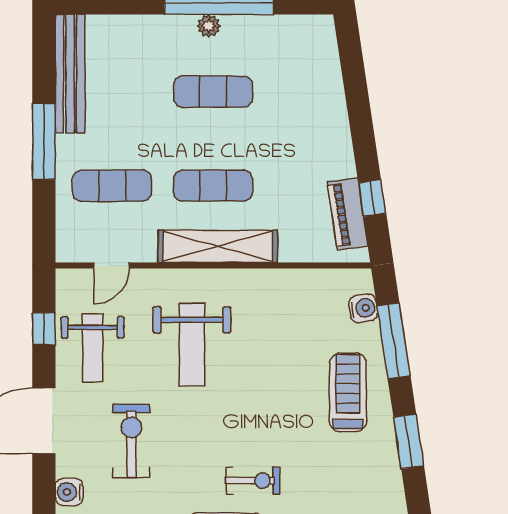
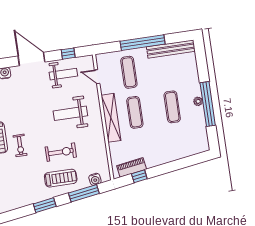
window: (44, 141) -> (143, 43), width x1.46
weight bench: (93, 348) -> (63, 74), turned 180
exercise bike: (131, 441) -> (61, 152), moved

